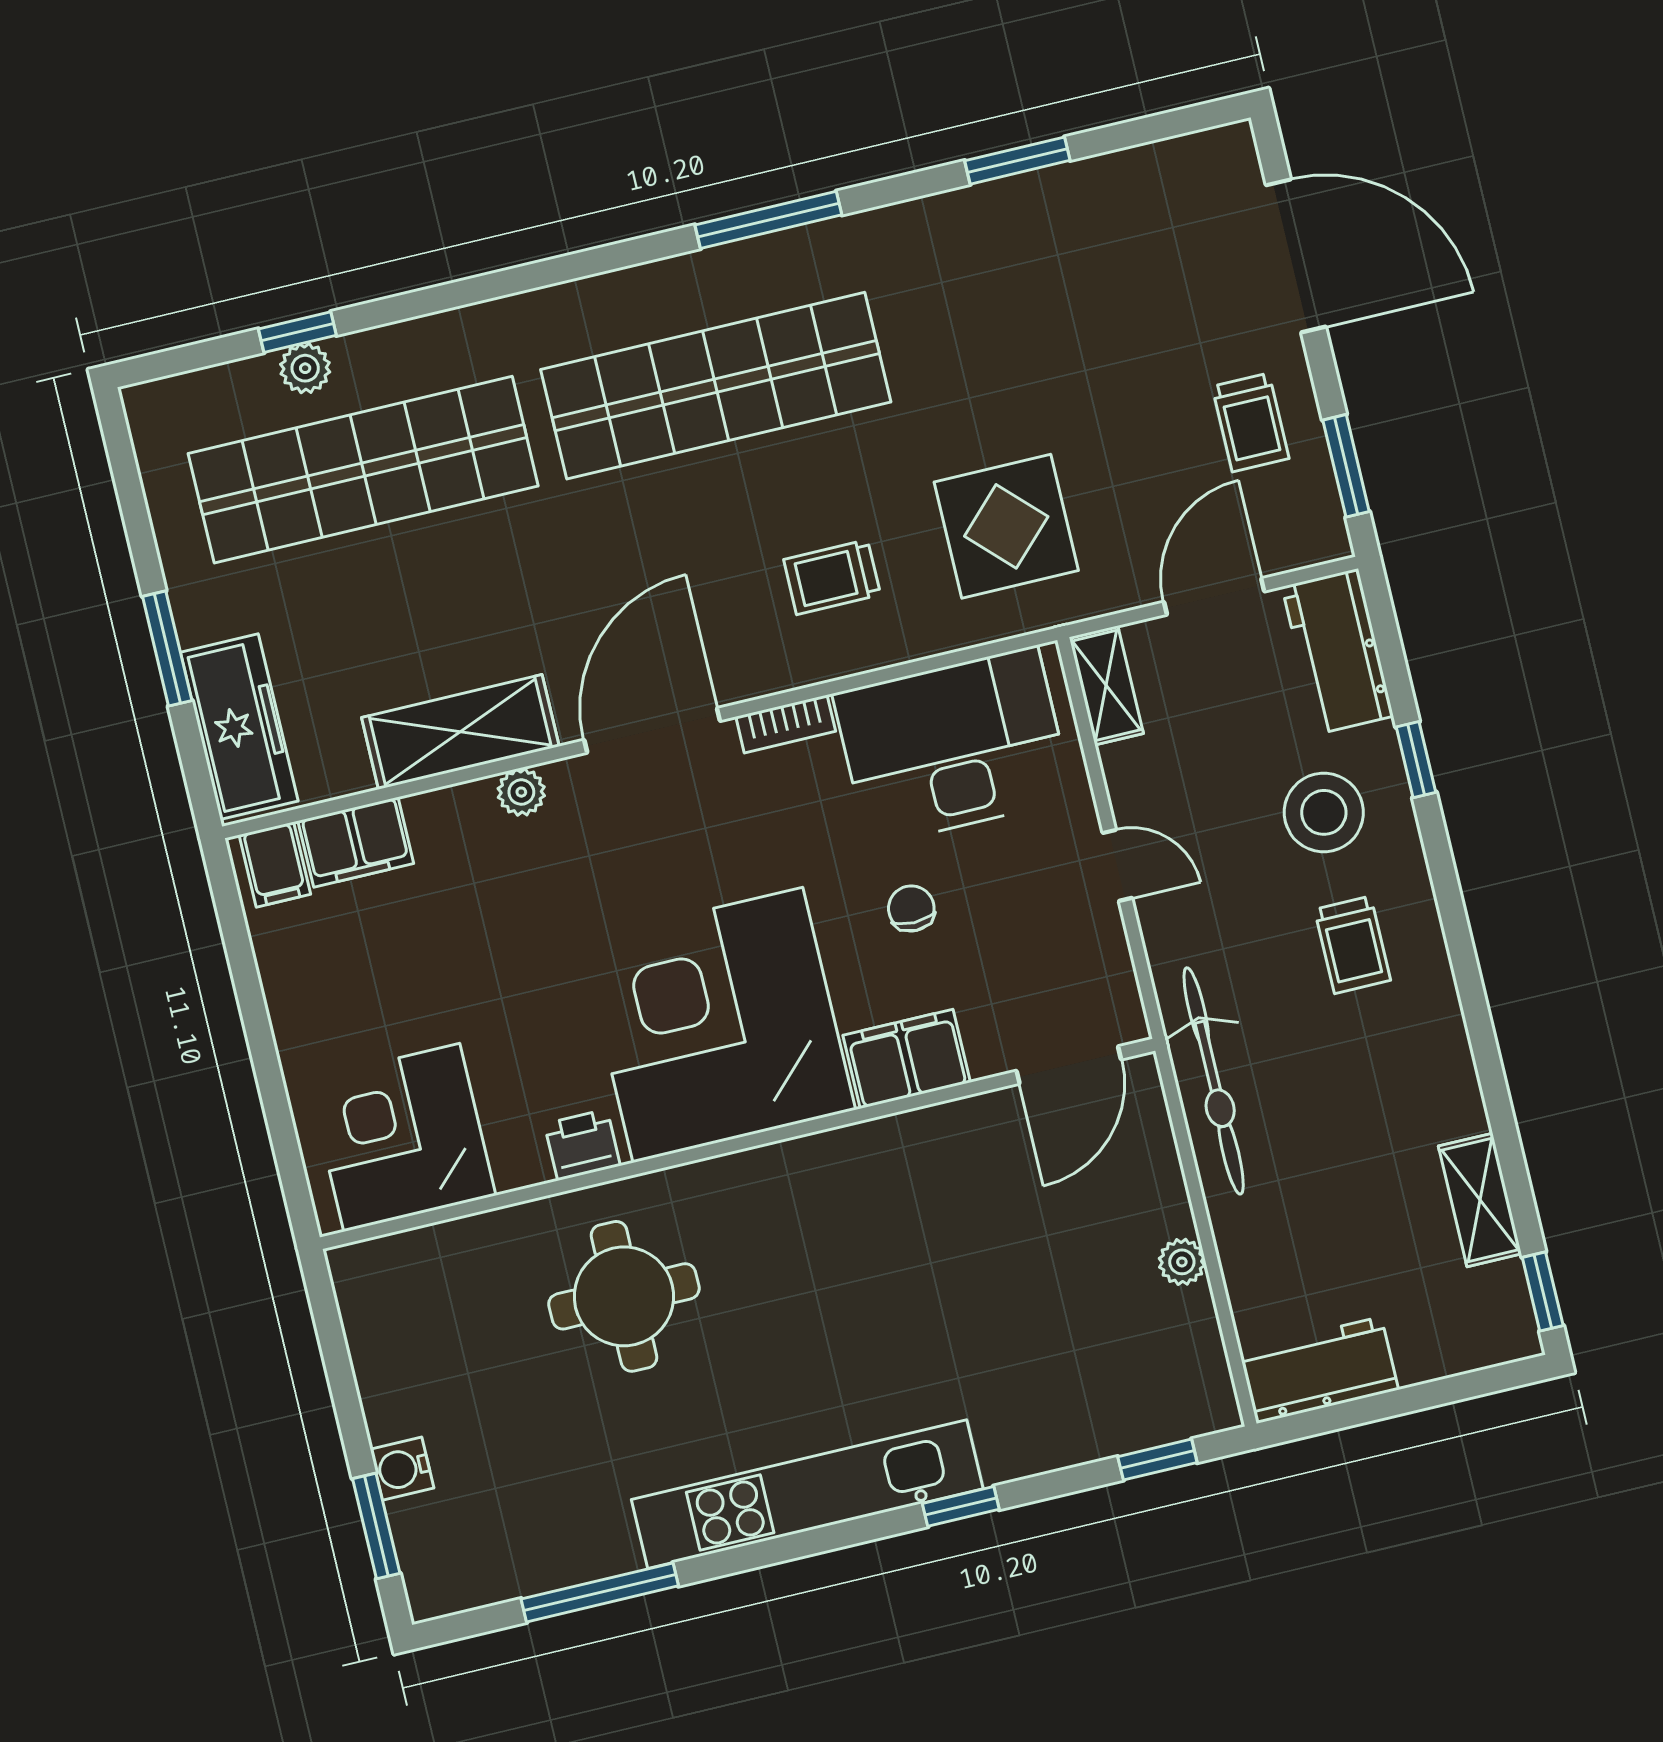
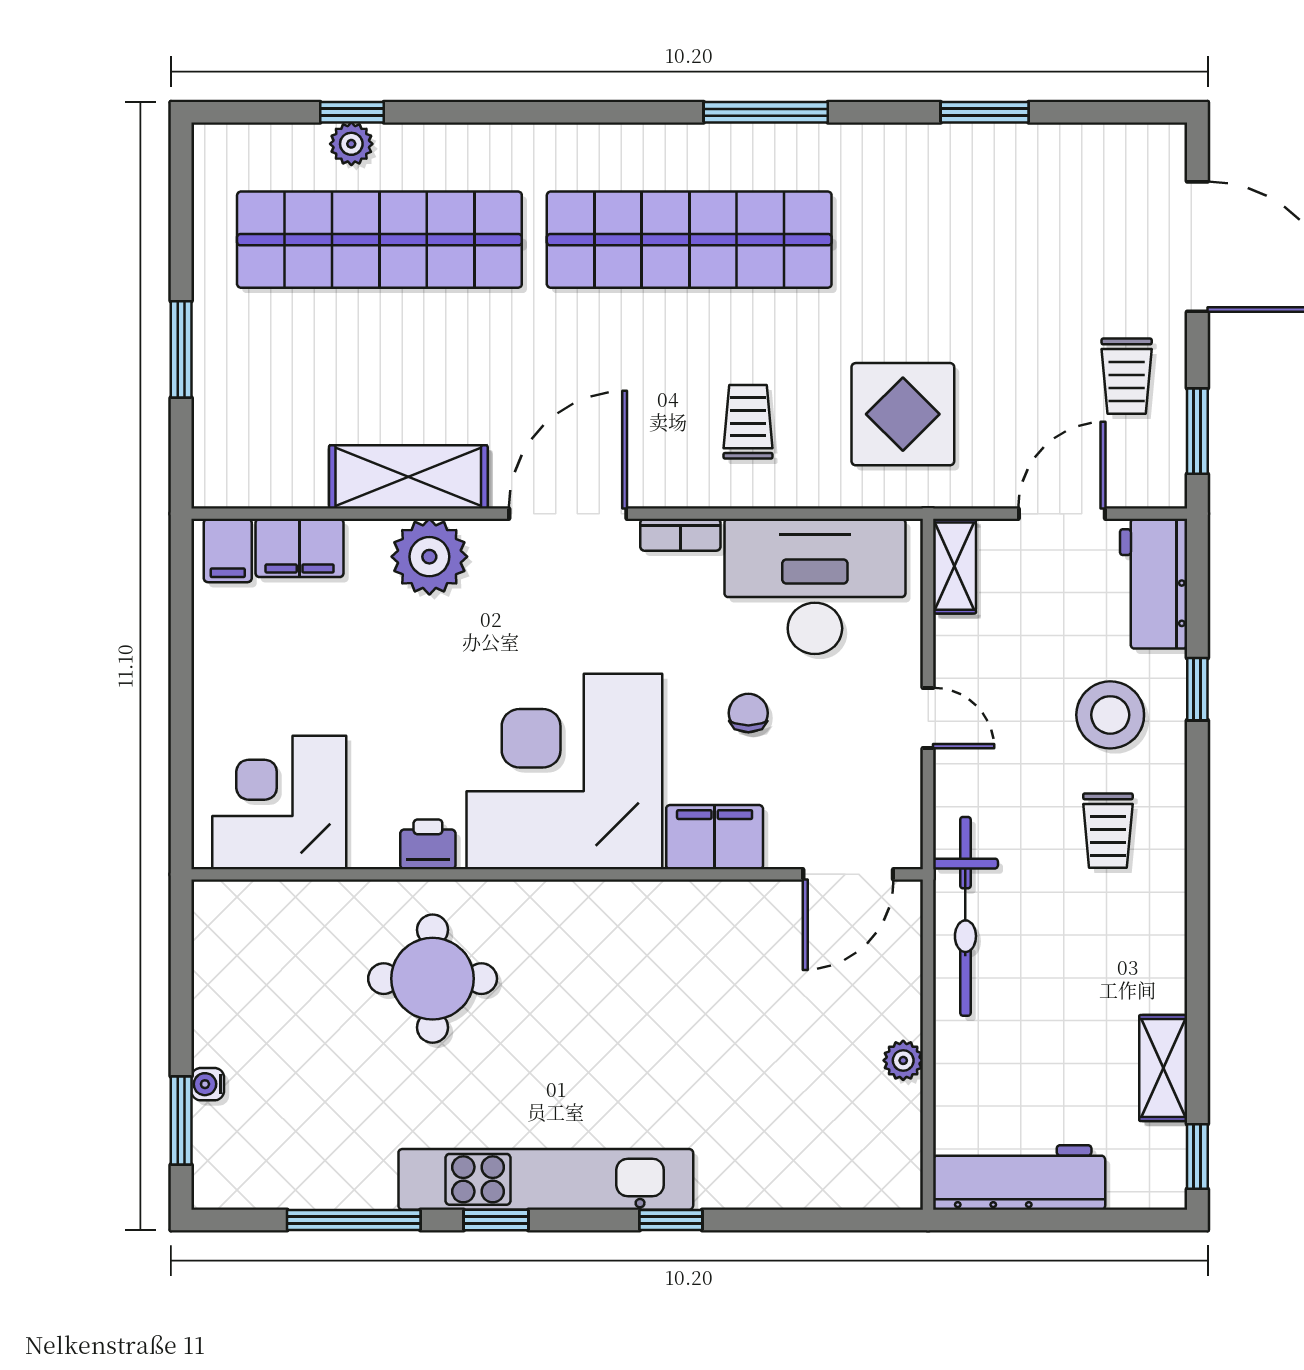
trolley: (832, 577) -> (748, 422), turned 90
freezer: (239, 727) -> (225, 429), removed
plant: (521, 792) -> (429, 557), width x1.88, depth x1.88
workbench: (1319, 1370) -> (1019, 1177), width x1.38
window: (1157, 1460) -> (496, 1220), moved
water cooler: (402, 1469) -> (208, 1084), width x0.72, depth x0.72

